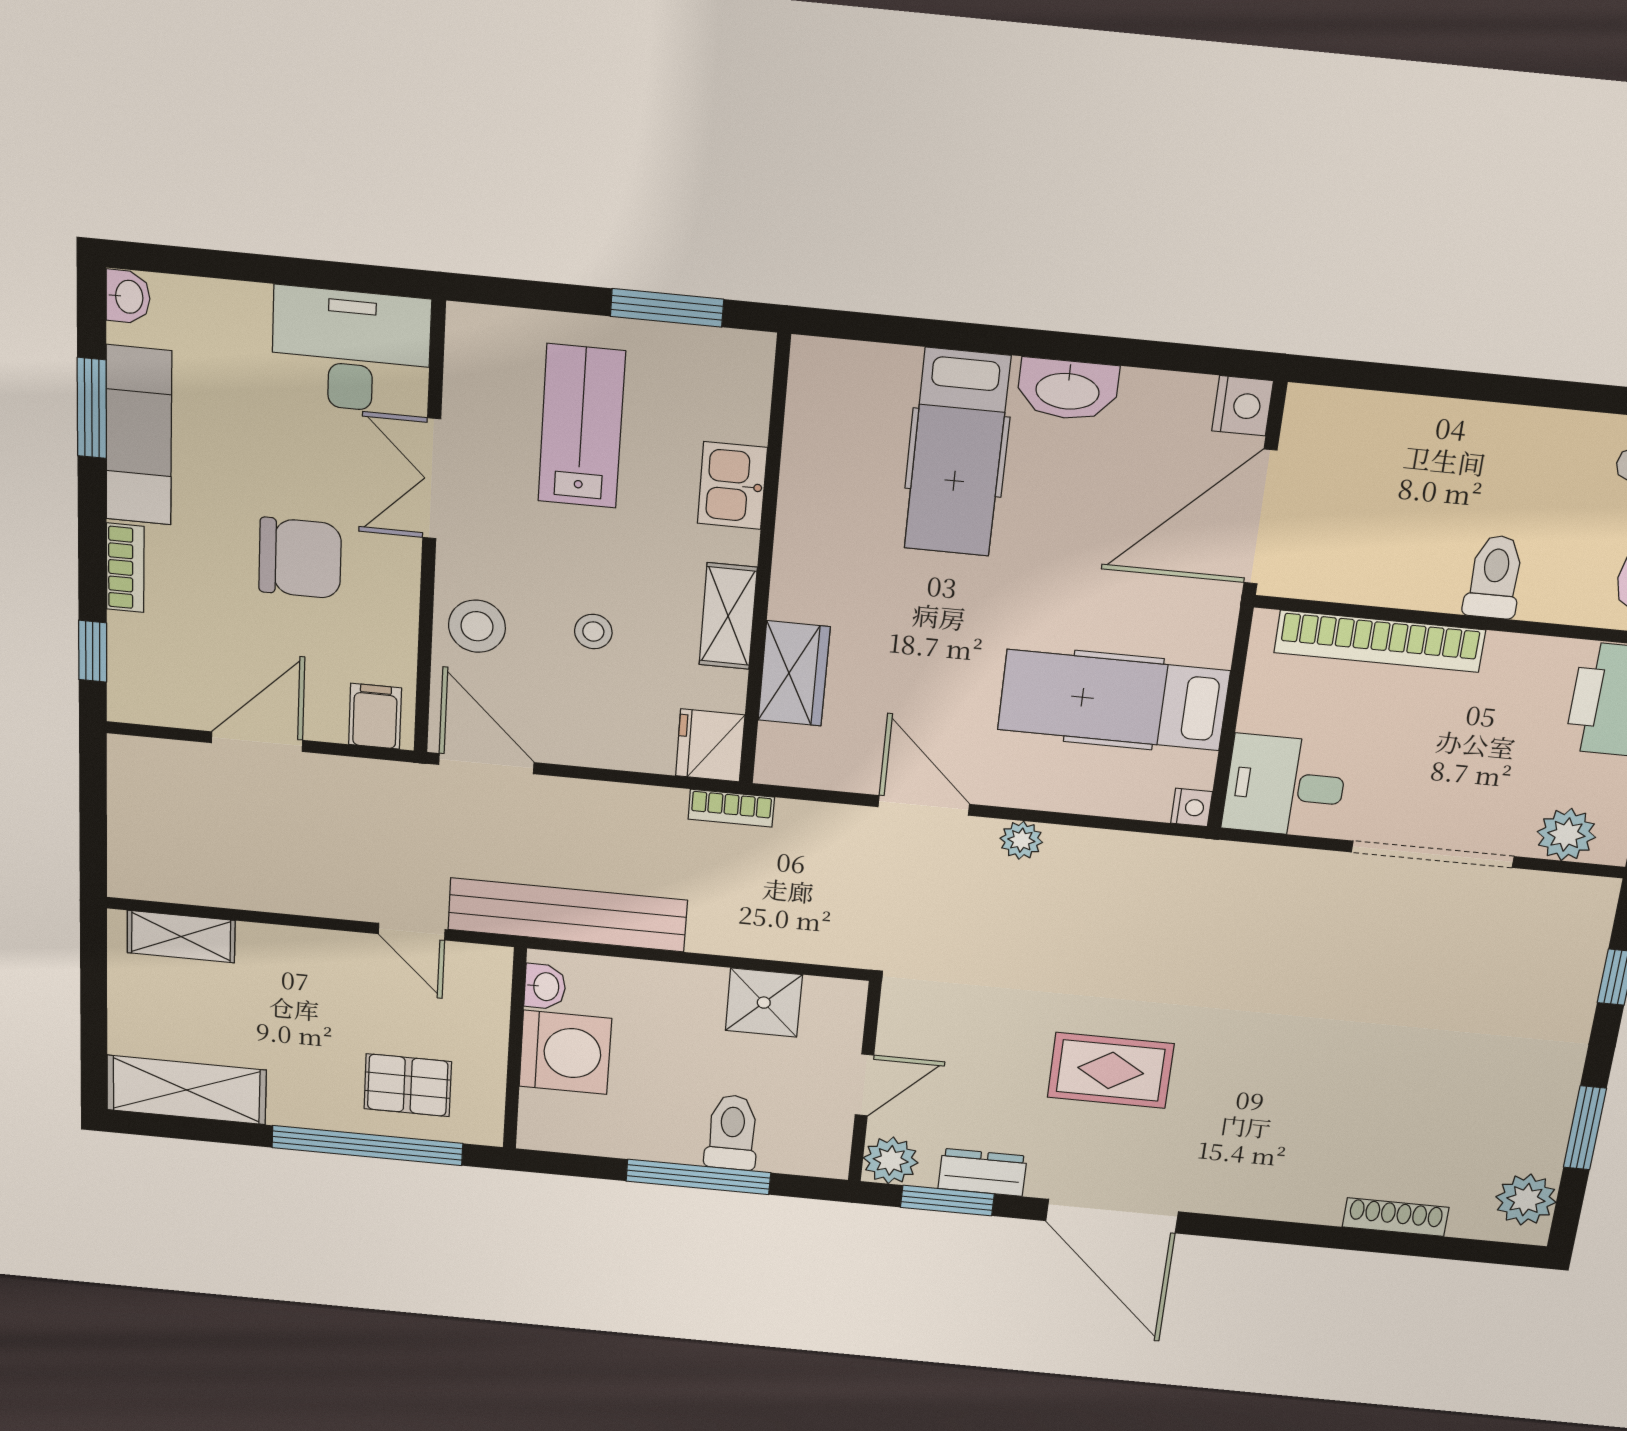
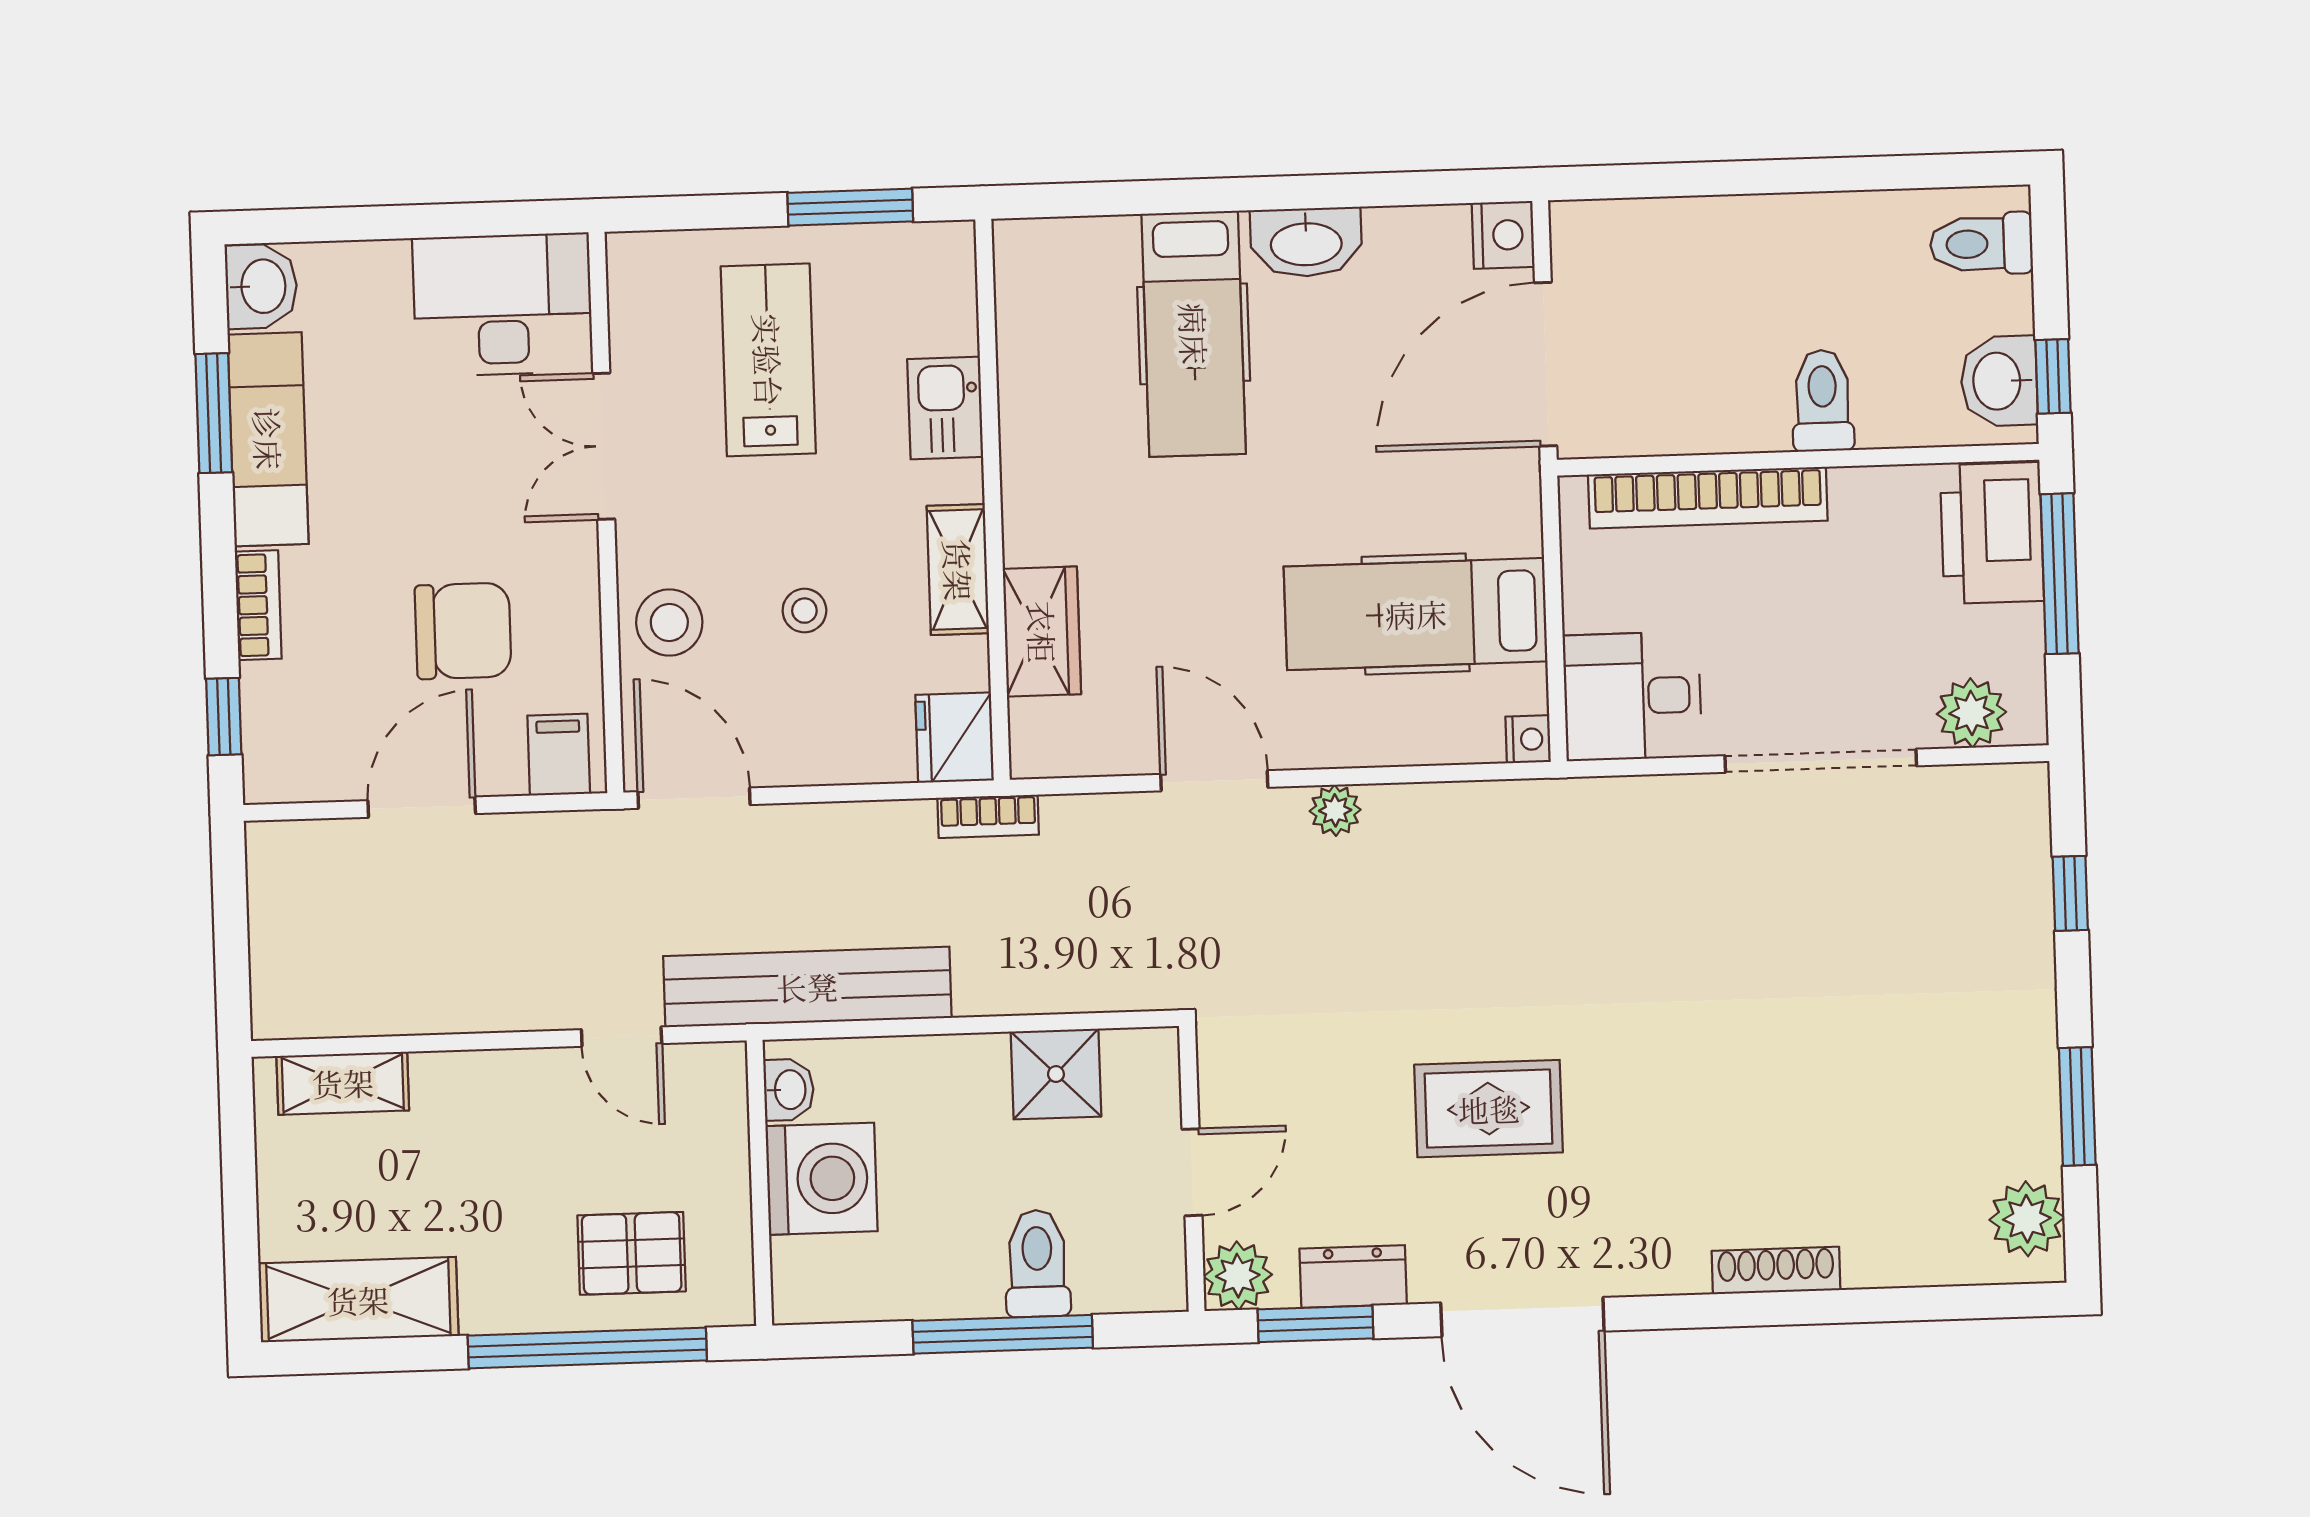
washbasin: (128, 297) -> (261, 286), width x1.38, depth x1.45
chair: (300, 558) -> (463, 631), moved
shoe rack: (1395, 1217) -> (1776, 1271), moved

